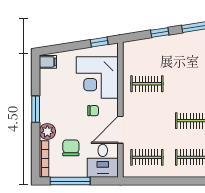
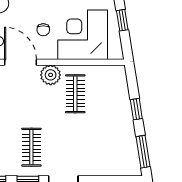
window: (99, 42) -> (122, 20), moved
plant: (131, 105) -> (51, 75), added

